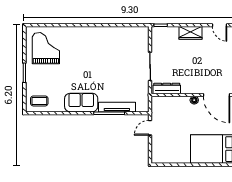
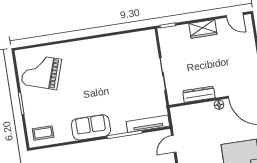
grand piano: (46, 48) -> (41, 72), turned -72
dresser: (167, 88) -> (199, 94), moved
tv unit: (117, 107) -> (148, 124), moved

